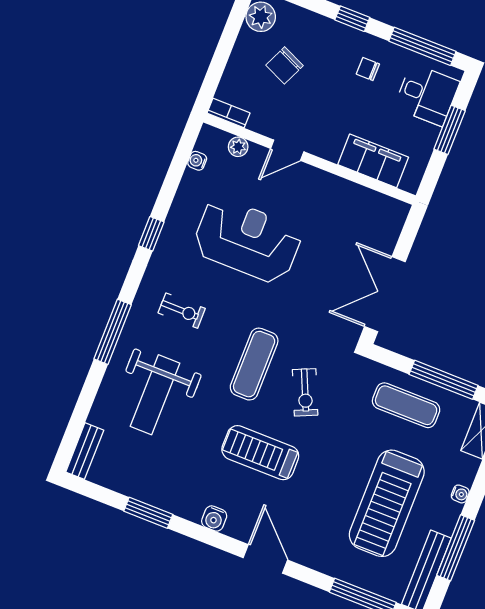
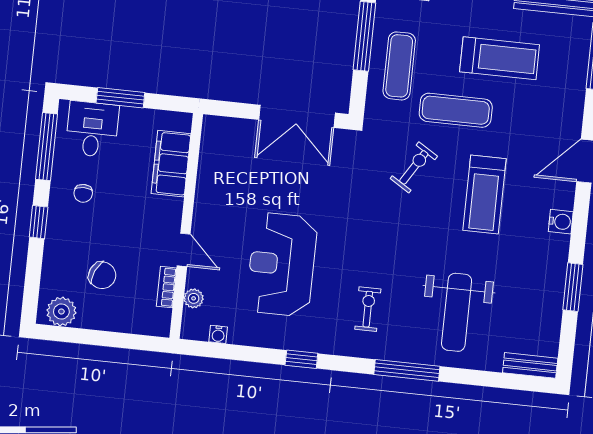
bookcase: (228, 113) -> (167, 287), moved
exercise mat: (254, 364) -> (456, 110), moved
exercise bike: (305, 392) -> (414, 167), turned -34
weight bench: (155, 395) -> (457, 312), turned 90
treadmill: (387, 503) -> (500, 58), width x0.73, depth x0.73

